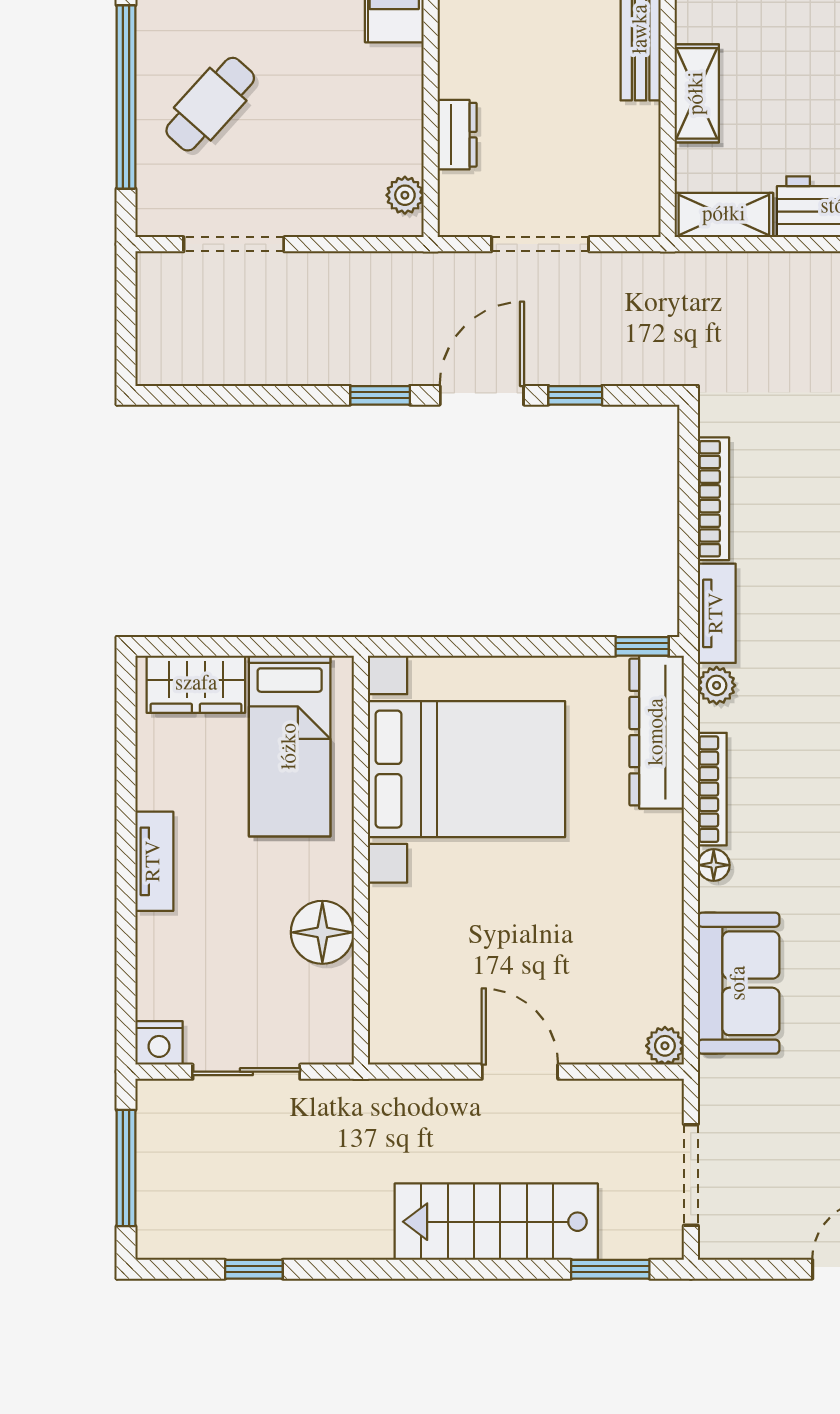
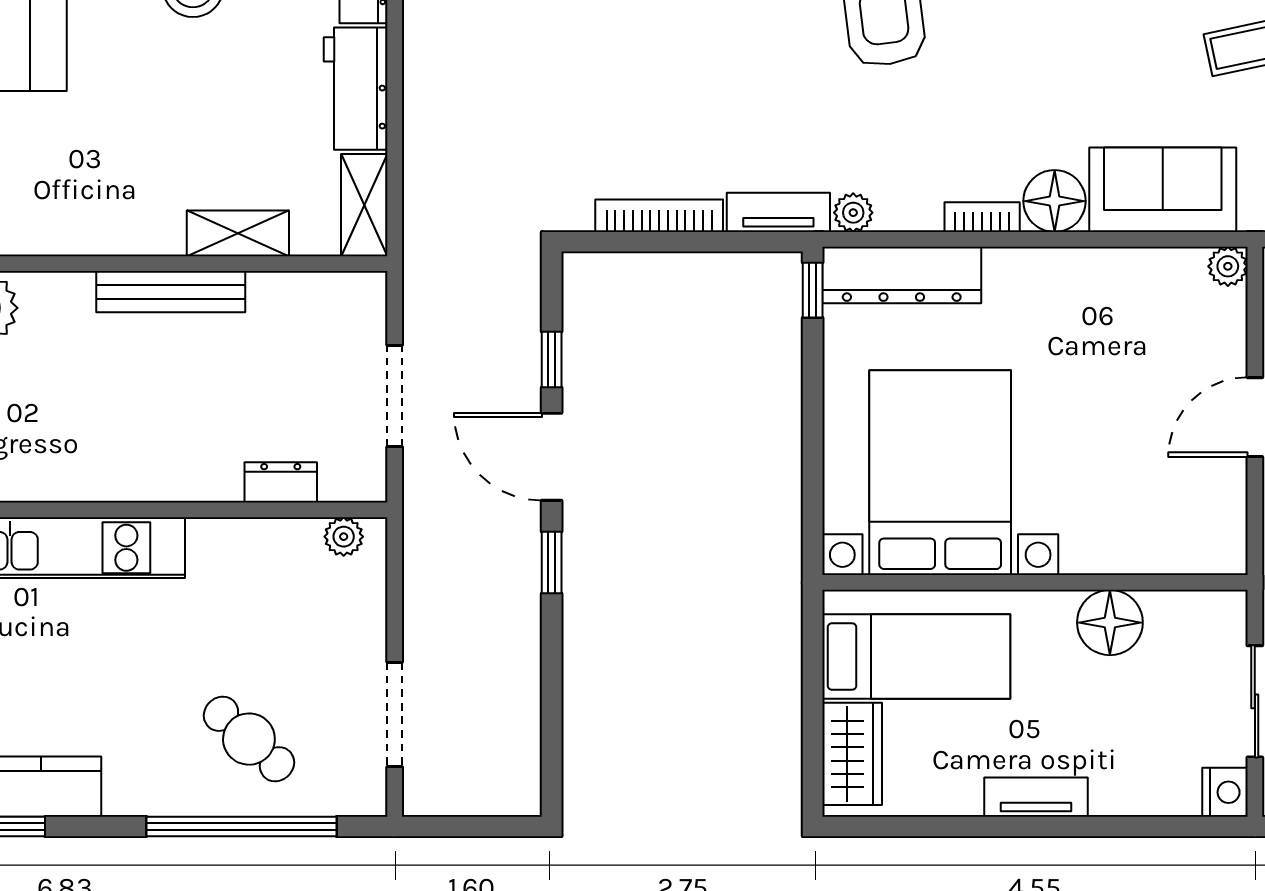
bookcase: (712, 789) -> (982, 217), width x0.64
floor lamp: (714, 865) -> (1055, 201), width x1.89, depth x1.89

